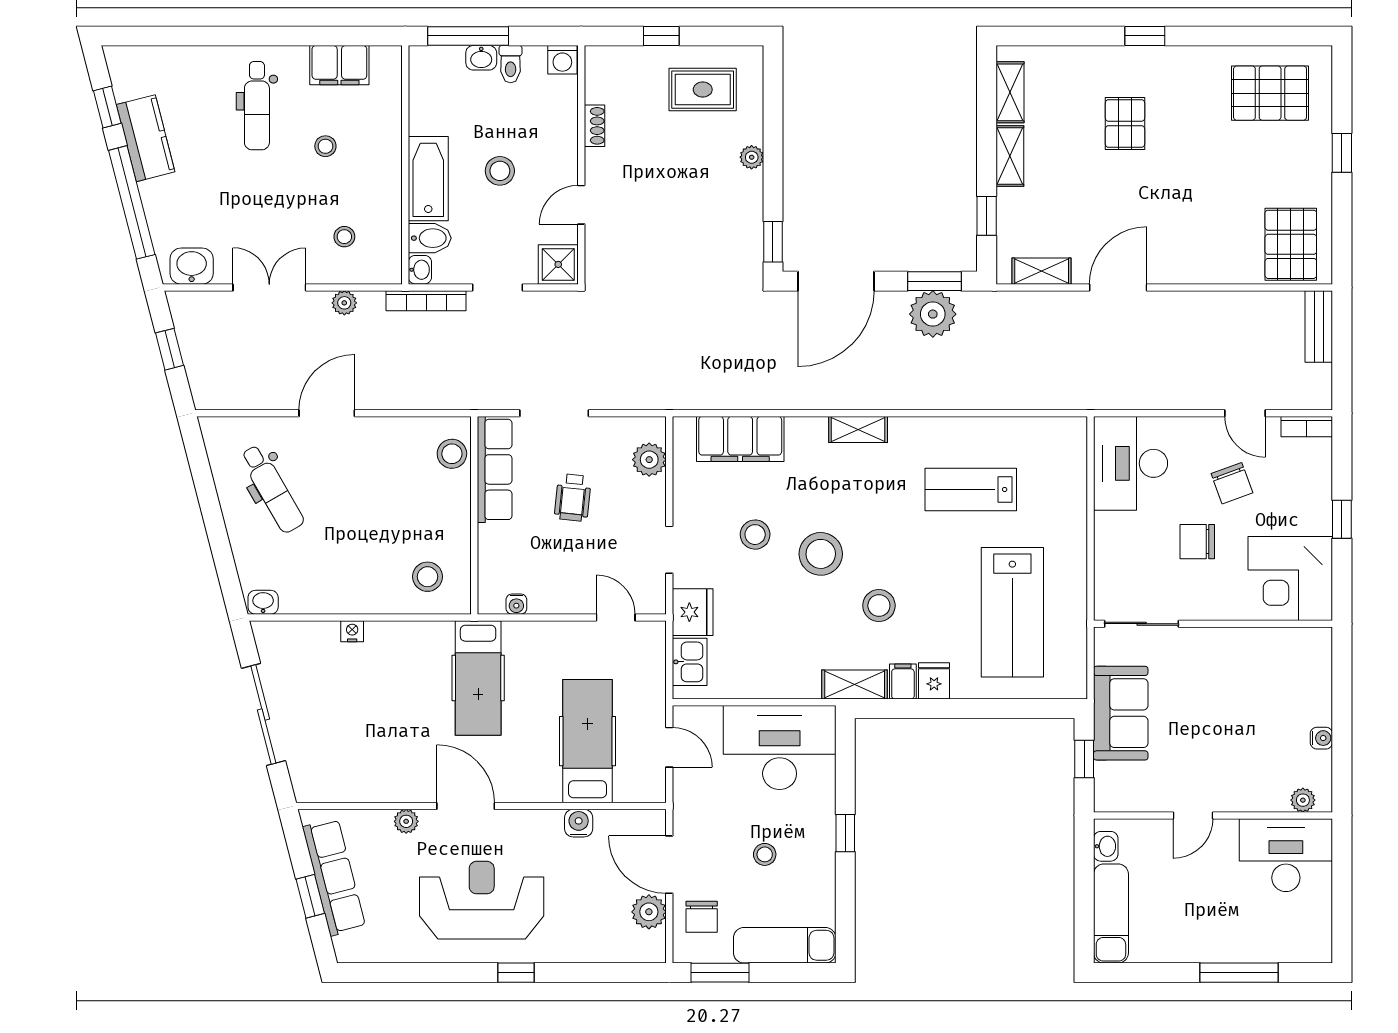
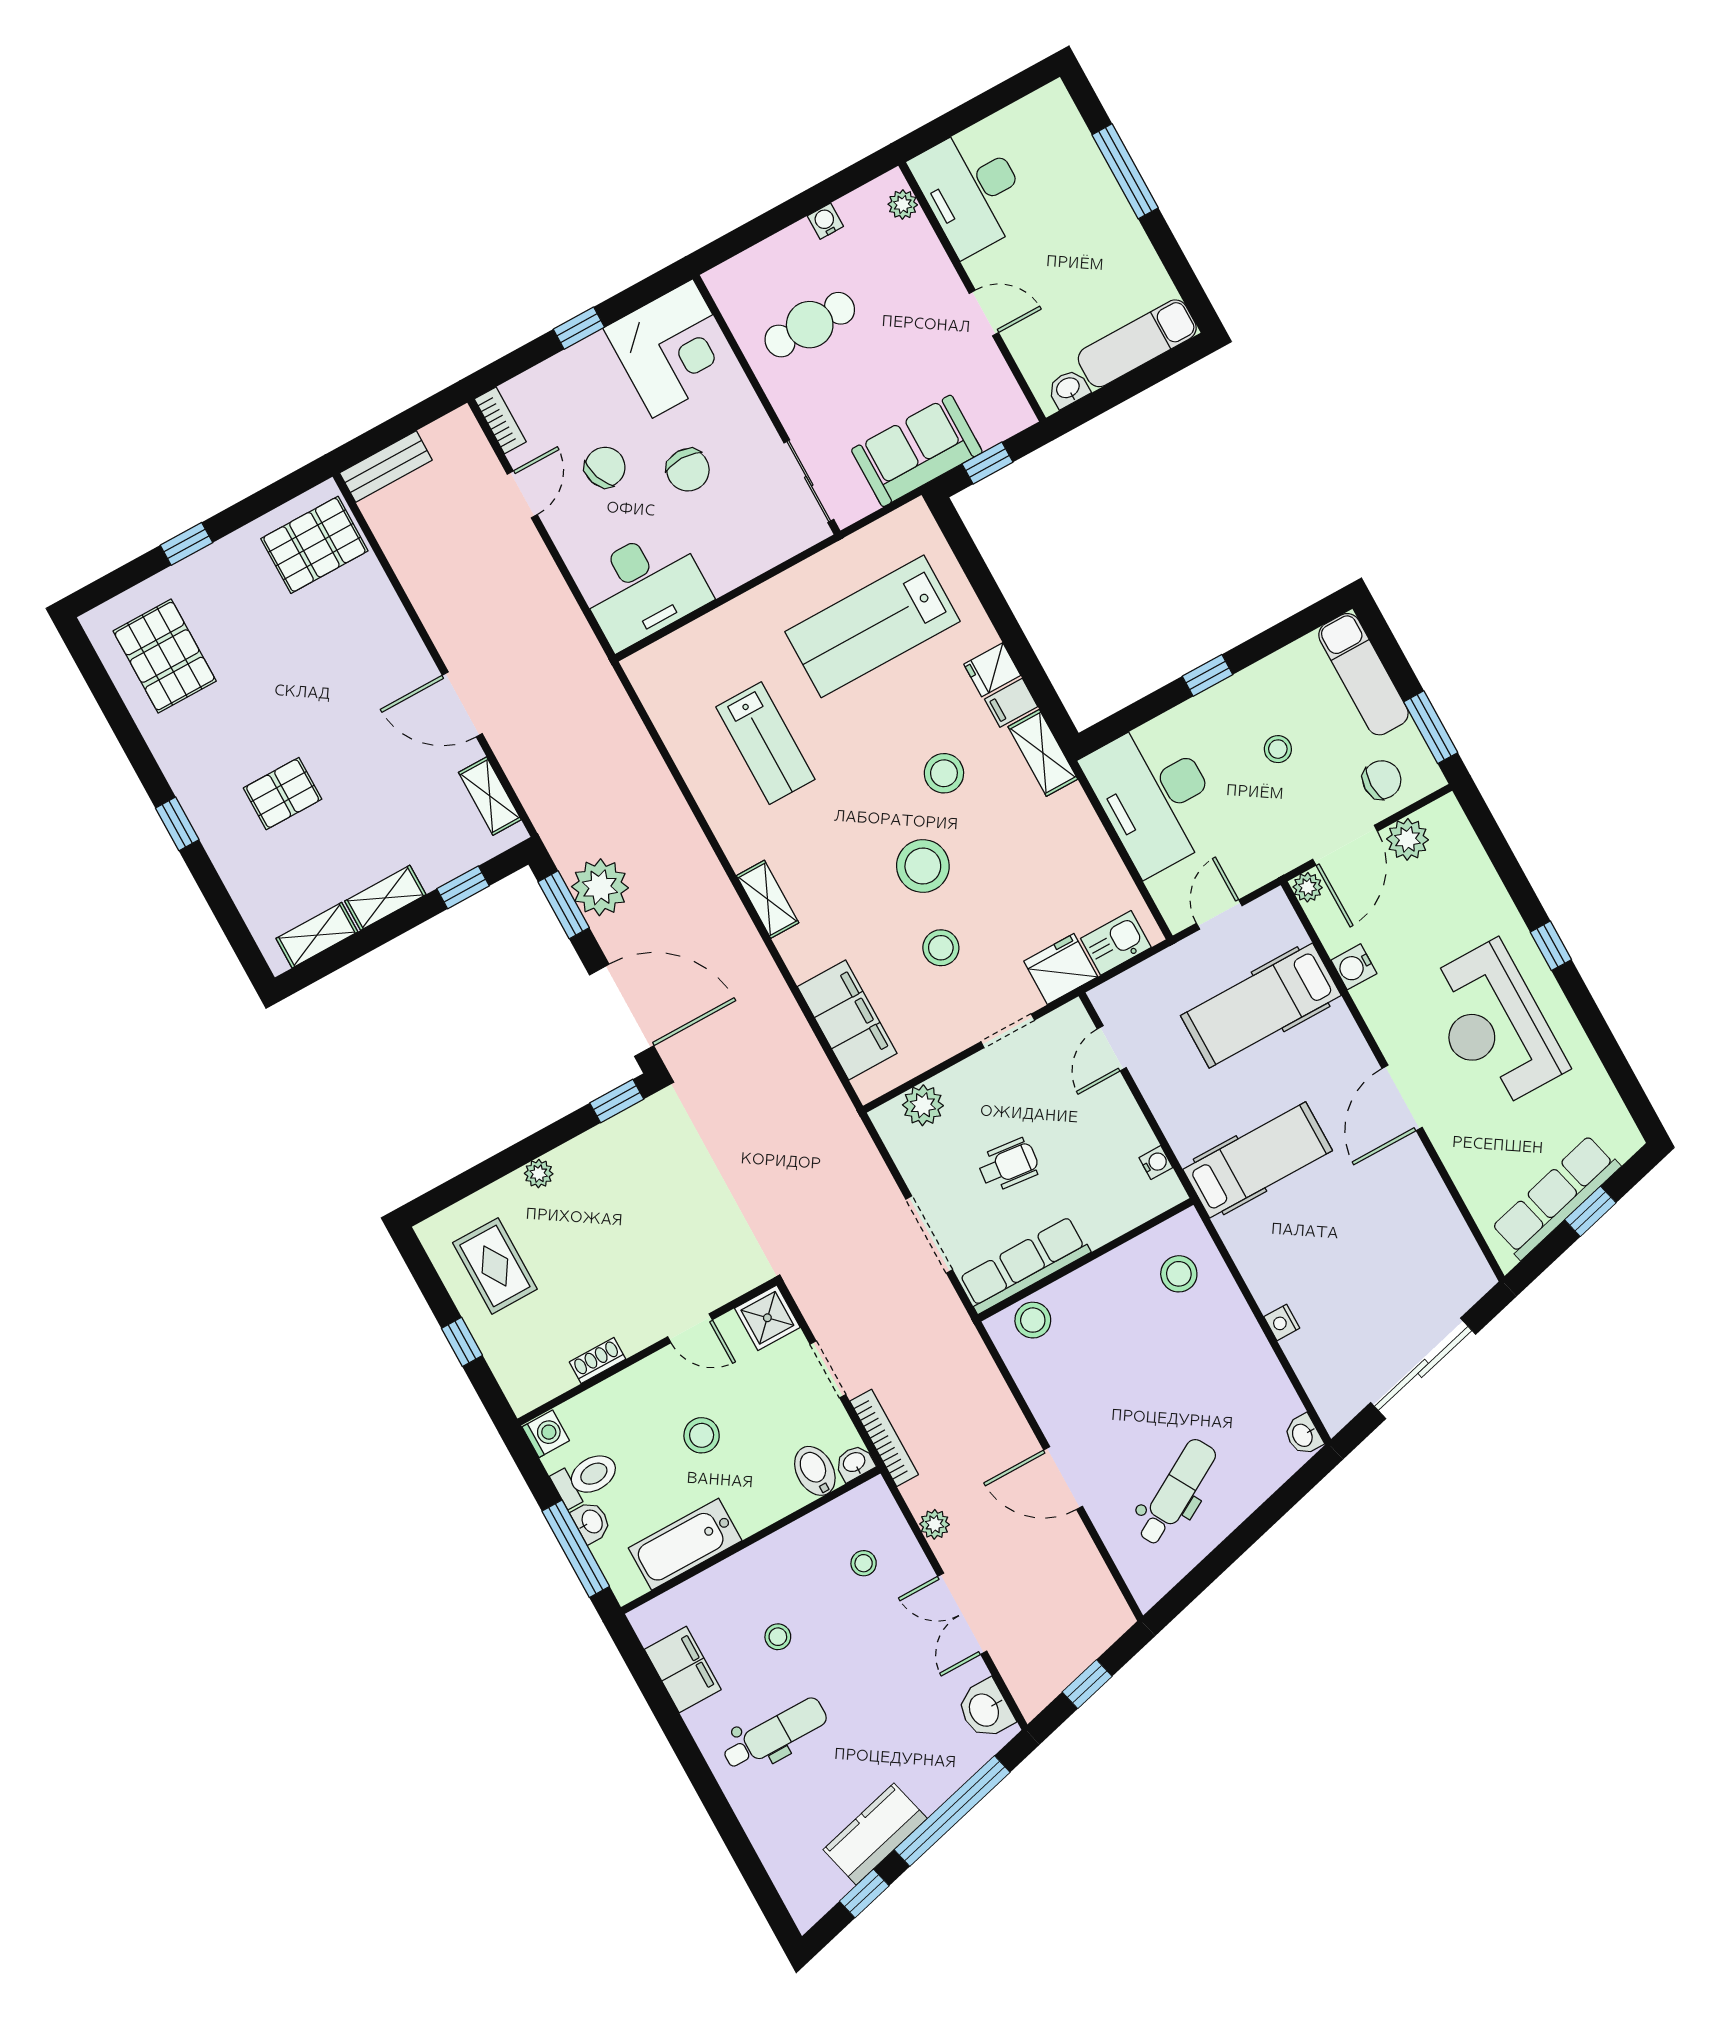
toilet: (511, 64) -> (586, 1478), width x1.37, depth x1.39
bathtub: (428, 179) -> (685, 1544), moved
lab bench: (1012, 612) -> (873, 626), turned 180
cafe table: (1253, 686) -> (810, 325), added
plant: (406, 821) -> (1308, 887), moved

